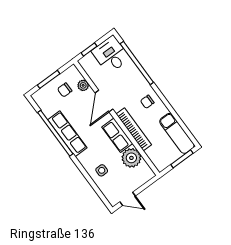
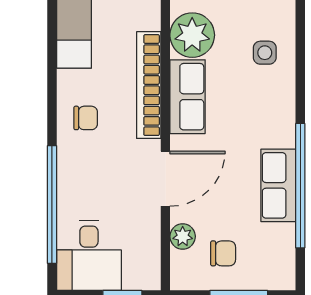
row of seats: (67, 134) -> (278, 185), width x0.68

